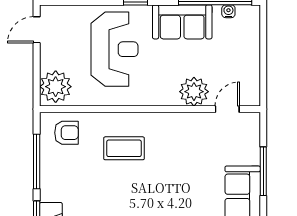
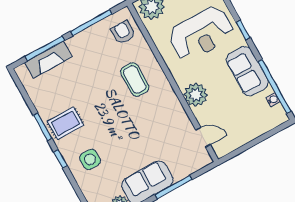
plant: (194, 92) -> (196, 95), moved
armchair: (66, 133) -> (123, 33), turned 180

